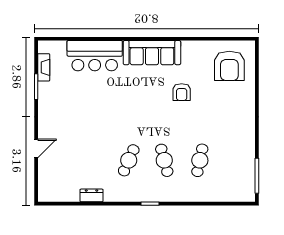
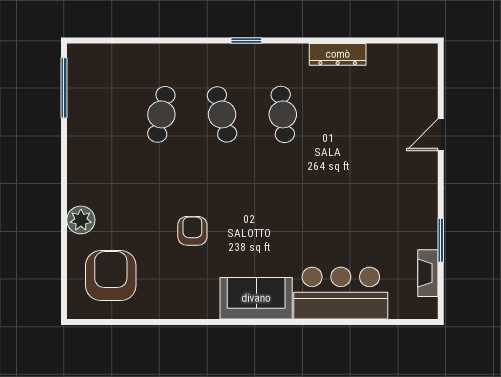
sofa: (152, 53) -> (256, 298), width x0.73
plant: (247, 98) -> (81, 220), added
cafe table: (129, 160) -> (283, 114), turned -30
dresser: (91, 195) -> (338, 54), width x1.44

